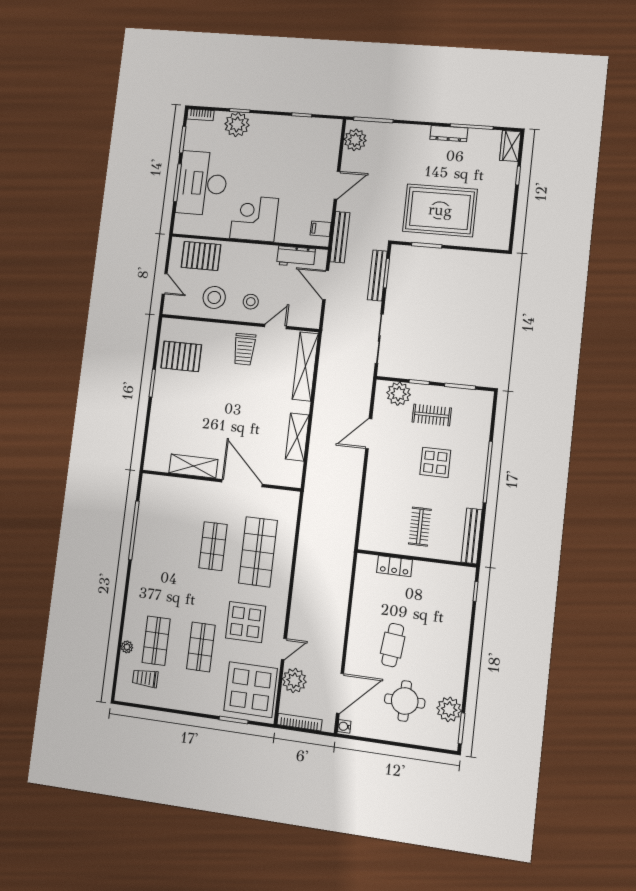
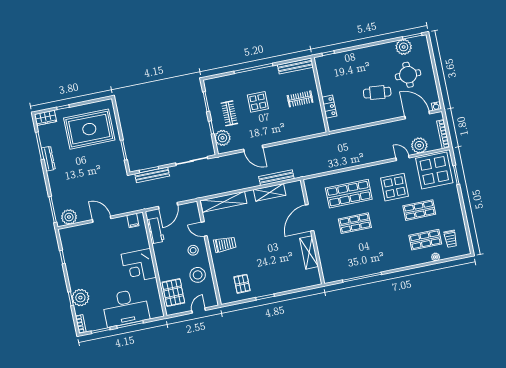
rug: (440, 210) -> (89, 129), moved, turned 90
bench: (340, 237) -> (276, 178), moved
pallet: (181, 356) -> (242, 284), width x0.67, depth x0.71

